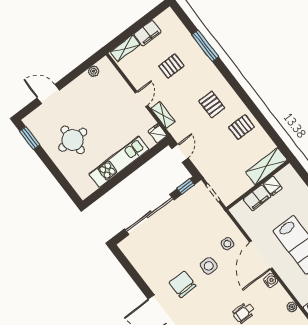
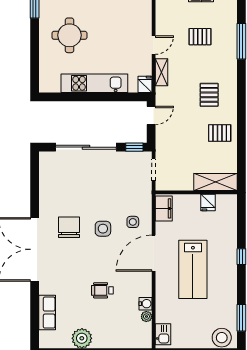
filing cabinet: (257, 198) -> (164, 208), moved, turned -90
water cooler: (271, 280) -> (146, 304), moved

